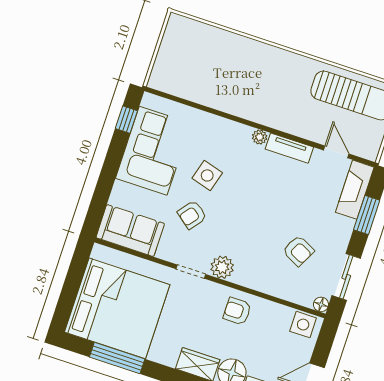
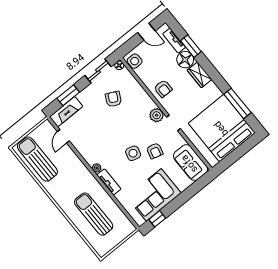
sun lounger: (222, 68) -> (94, 214), added
tv unit: (289, 148) -> (109, 182), moved
side table: (207, 175) -> (133, 153), moved
armchair: (192, 215) -> (155, 151), turned 67

